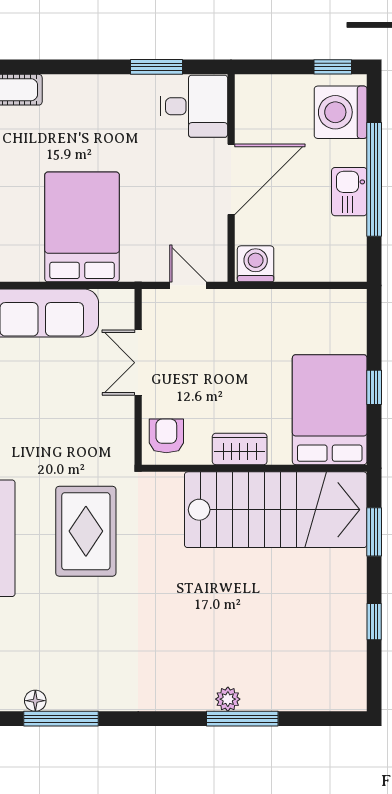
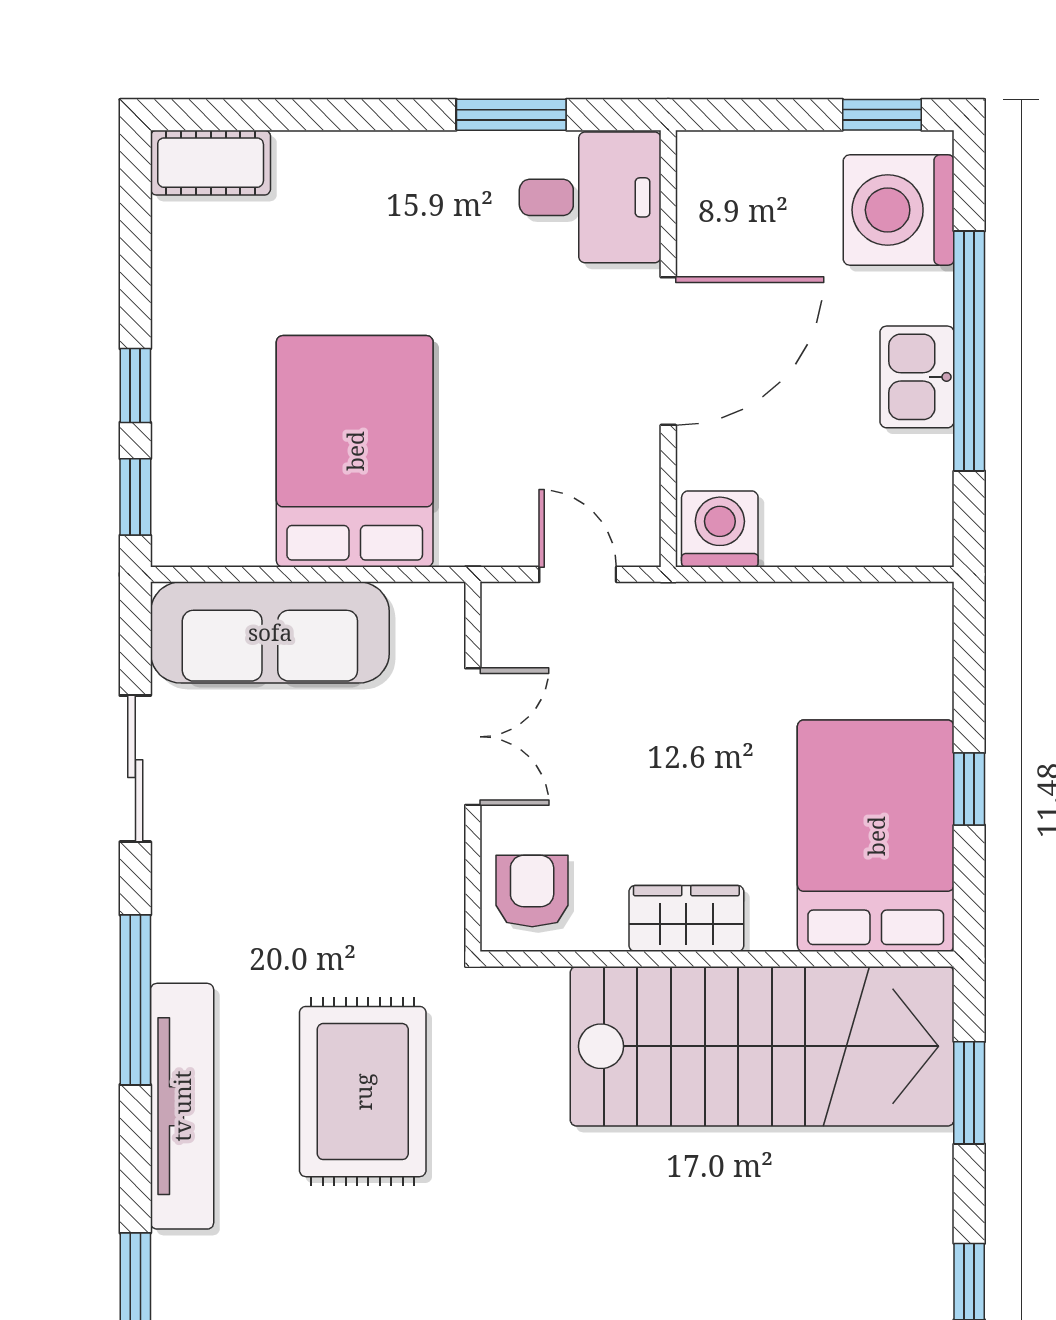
double door: (138, 363) -> (473, 737), swing flipped

